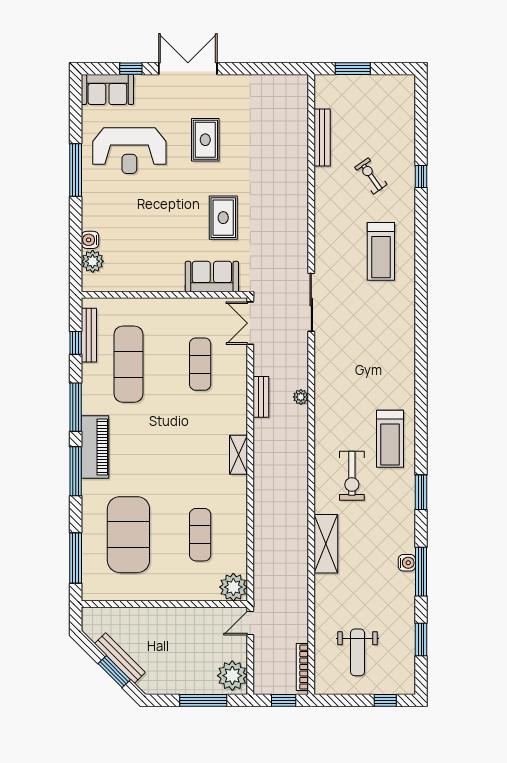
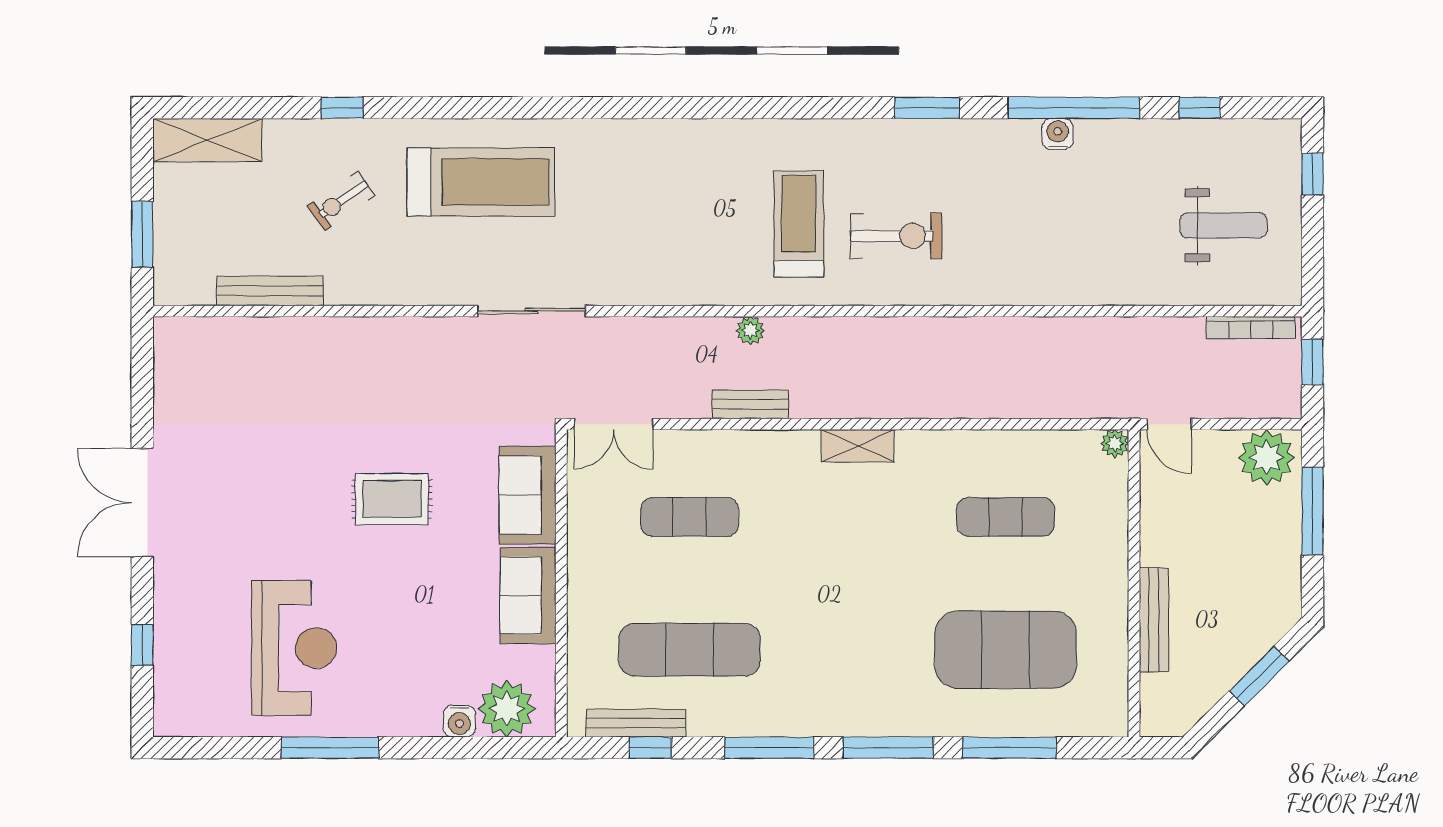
double door: (188, 69) -> (142, 503), moved
sofa: (107, 89) -> (528, 595), moved, turned 180
rug: (205, 140) -> (274, 507), removed
rug: (223, 218) -> (392, 499), moved
treadmill: (381, 251) -> (481, 182), width x1.37, depth x1.38
plant: (93, 261) -> (507, 709), width x1.36, depth x1.36
sliding door: (311, 302) -> (531, 311), moved
treadmill: (390, 439) -> (799, 224), moved, turned -90
piano: (95, 447) -> (843, 712), removed
shelving: (326, 544) -> (207, 140), moved
window: (76, 558) -> (1010, 748), moved
window: (421, 572) -> (1074, 108), width x1.46
plant: (233, 587) -> (1115, 443), width x0.53, depth x0.53
window: (421, 640) -> (1200, 108), width x0.67
bench: (120, 658) -> (1154, 620), moved, turned -45

